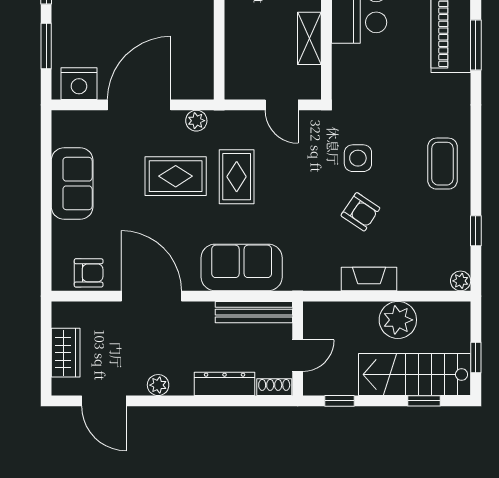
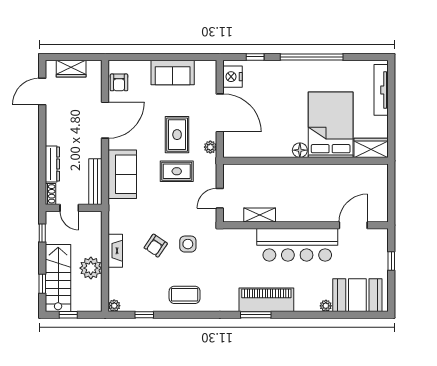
window: (46, 46) -> (255, 57), width x0.67
plant: (158, 385) -> (52, 124), removed

